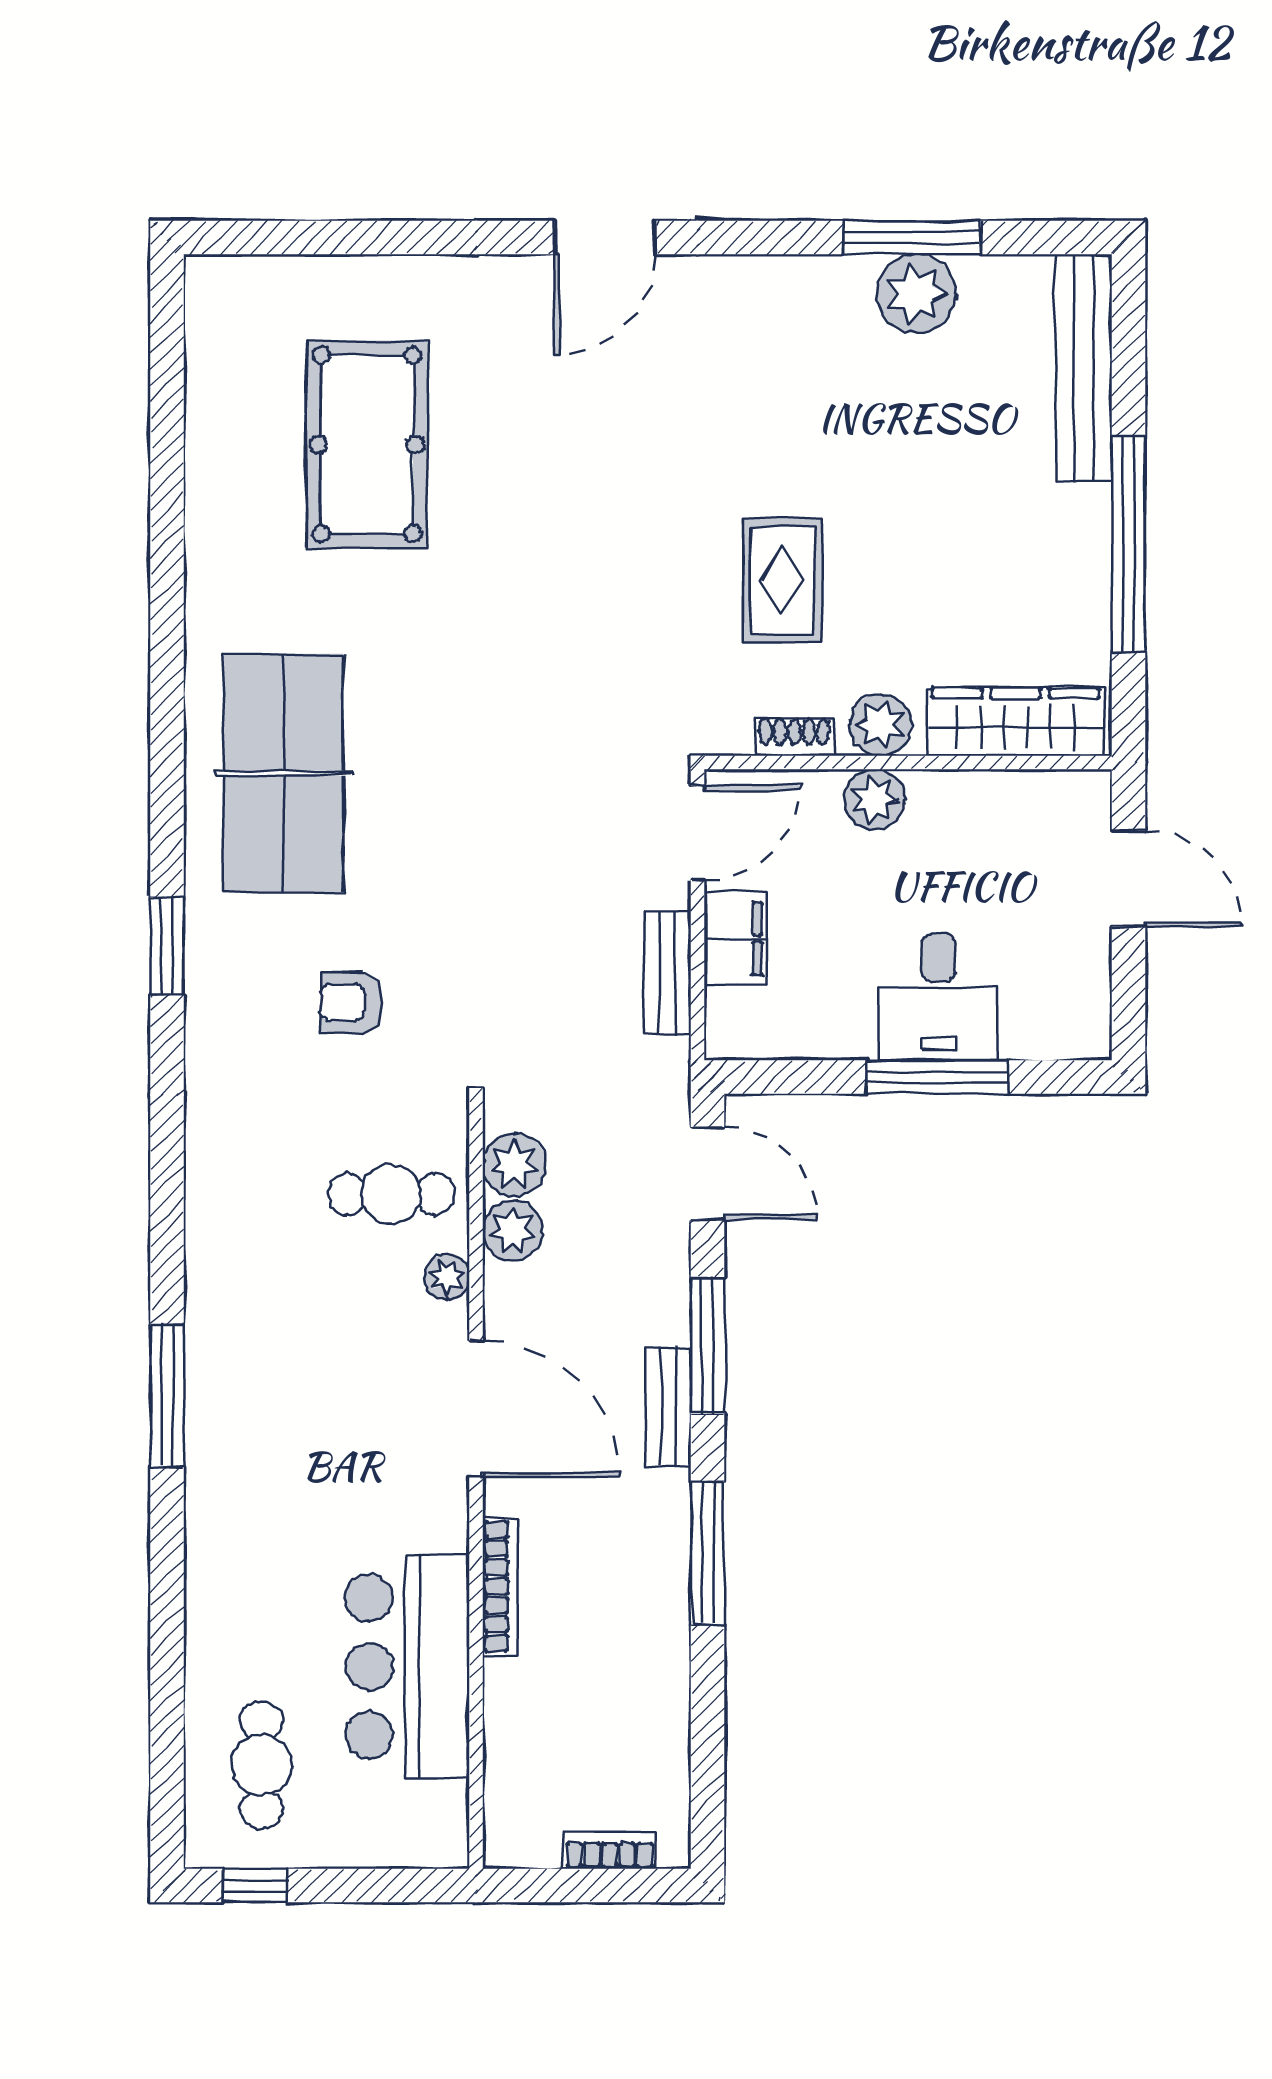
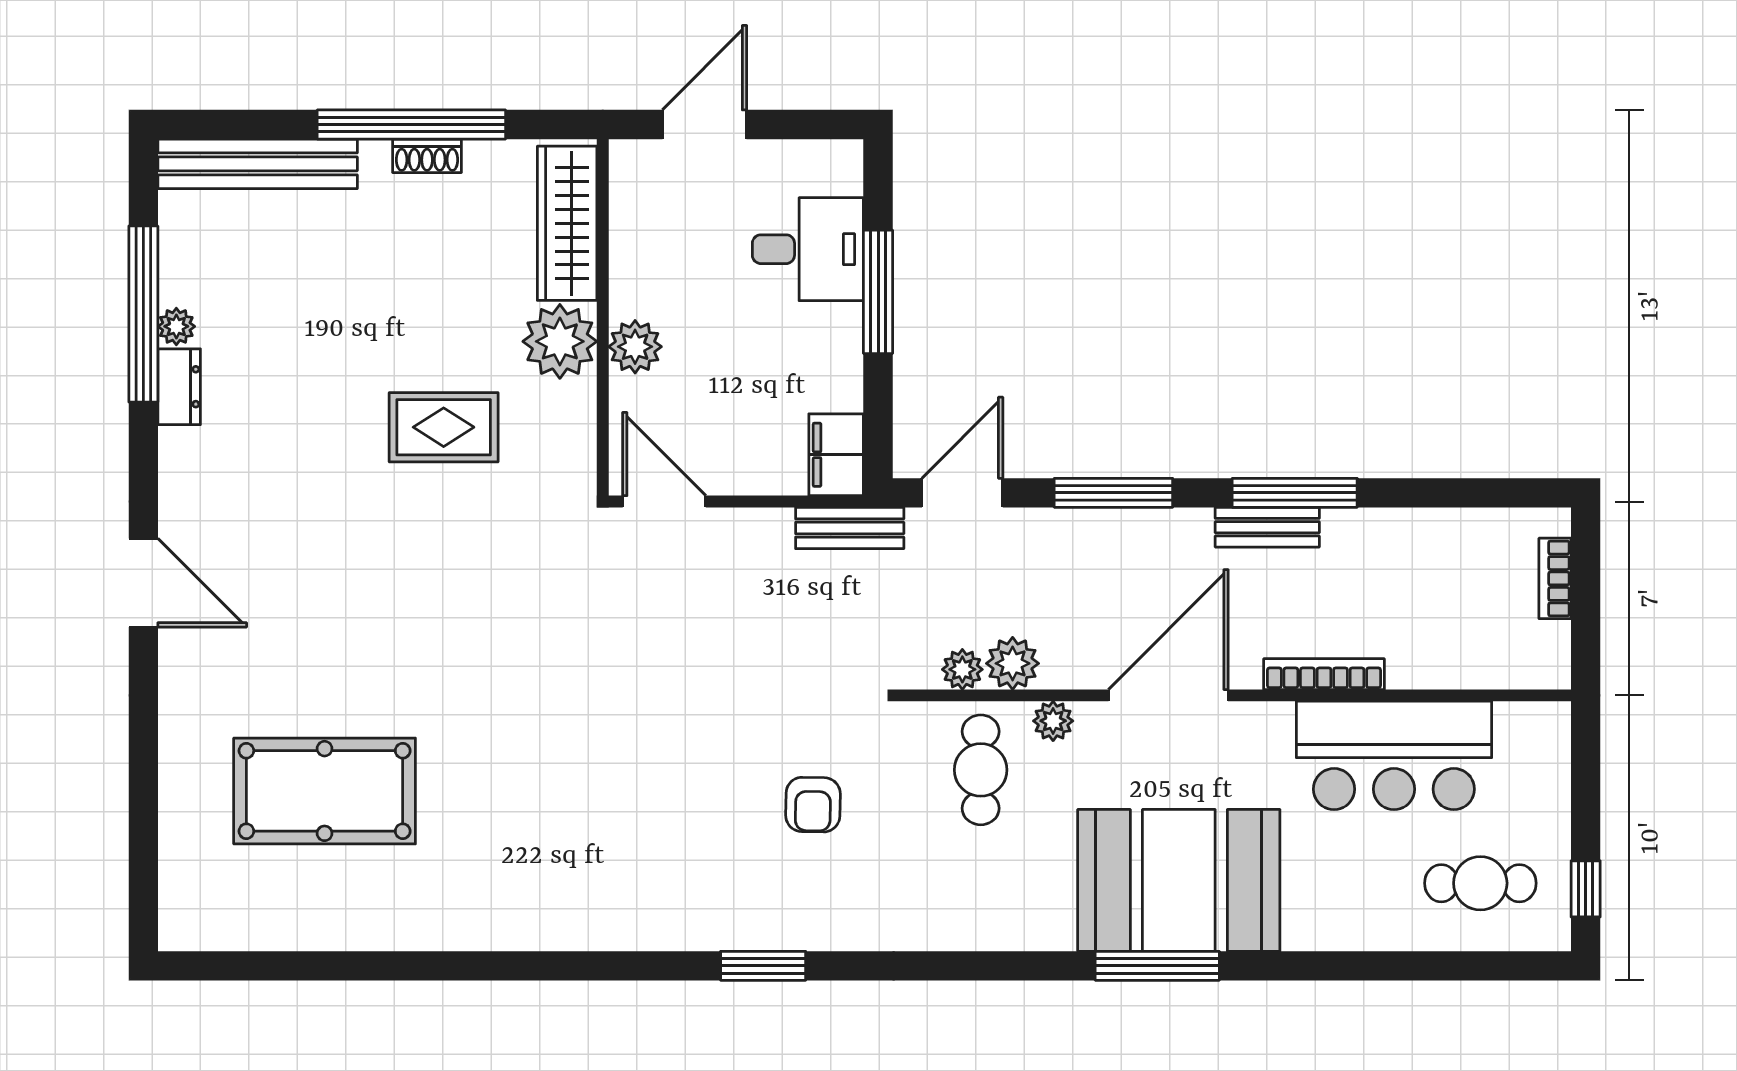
window: (912, 237) -> (143, 314), width x1.46
dresser: (829, 278) -> (179, 387), added
plant: (916, 294) -> (176, 326), width x0.53, depth x0.53
plant: (881, 725) -> (560, 341), width x1.36, depth x1.36
shoe rack: (794, 737) -> (427, 156), moved, turned -90
table tennis table: (283, 773) -> (612, 864), removed
filing cabinet: (735, 939) -> (836, 455), moved, turned -90
bench: (667, 973) -> (850, 528), moved
desk: (939, 997) -> (808, 249), moved
plant: (514, 1165) -> (962, 669), width x0.73, depth x0.73
bench: (668, 1407) -> (1267, 527), moved
booth: (265, 1421) -> (1179, 880), added

